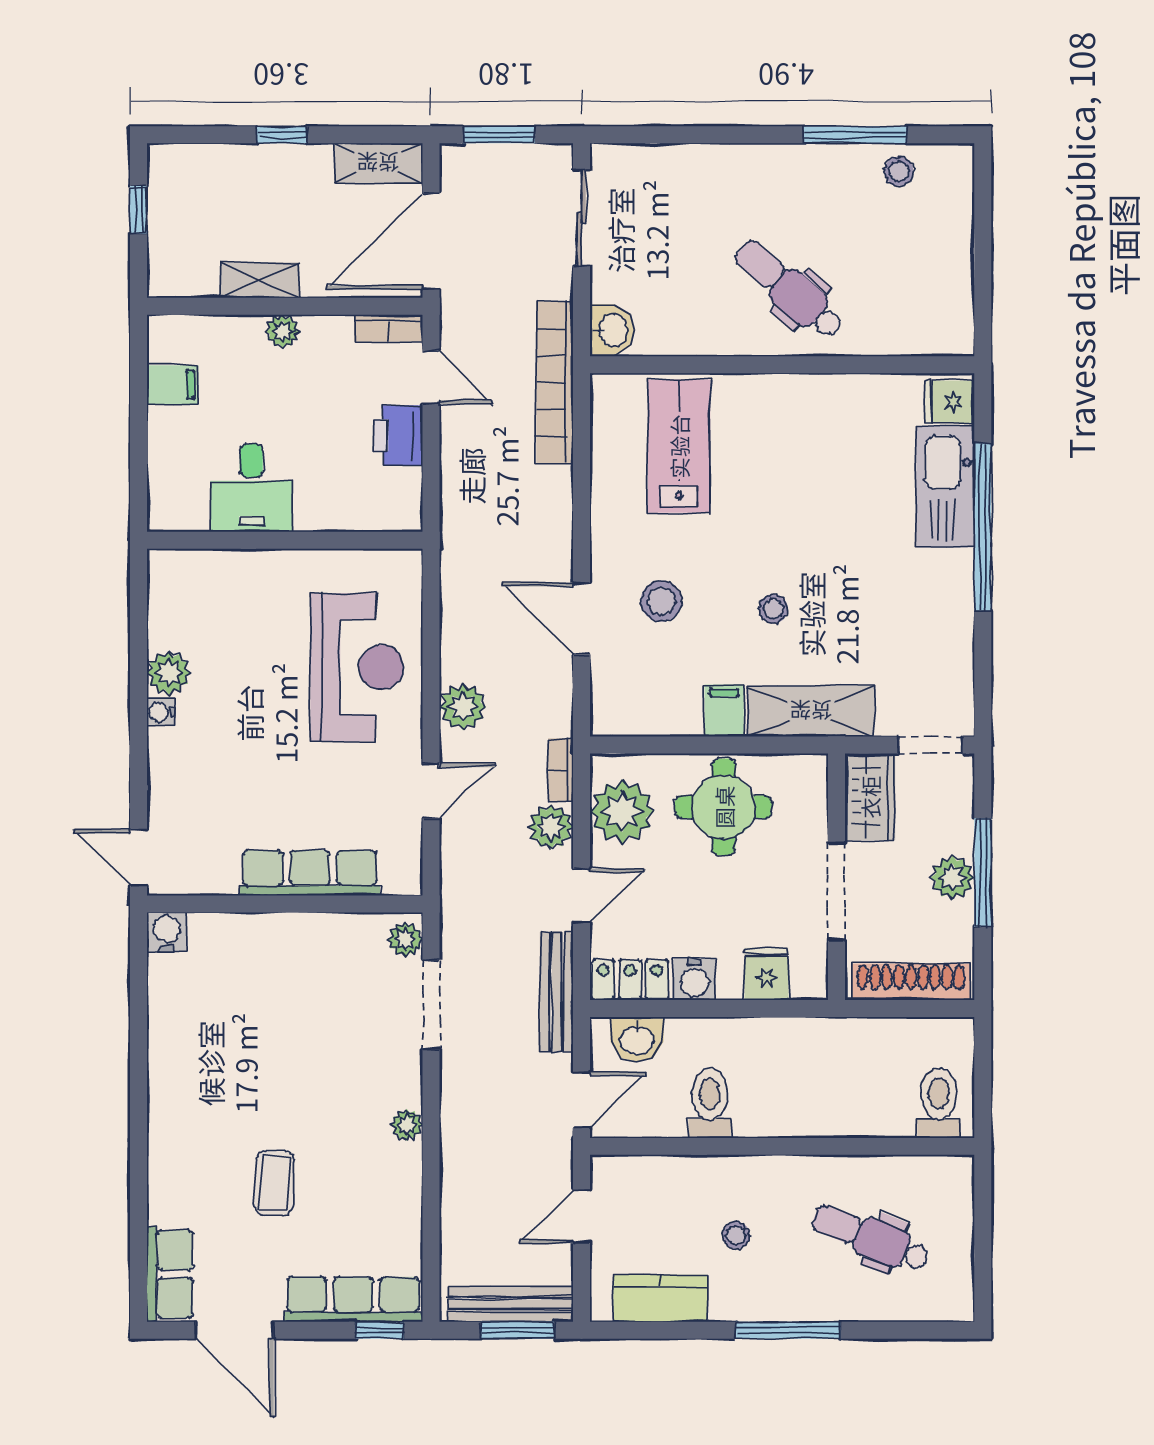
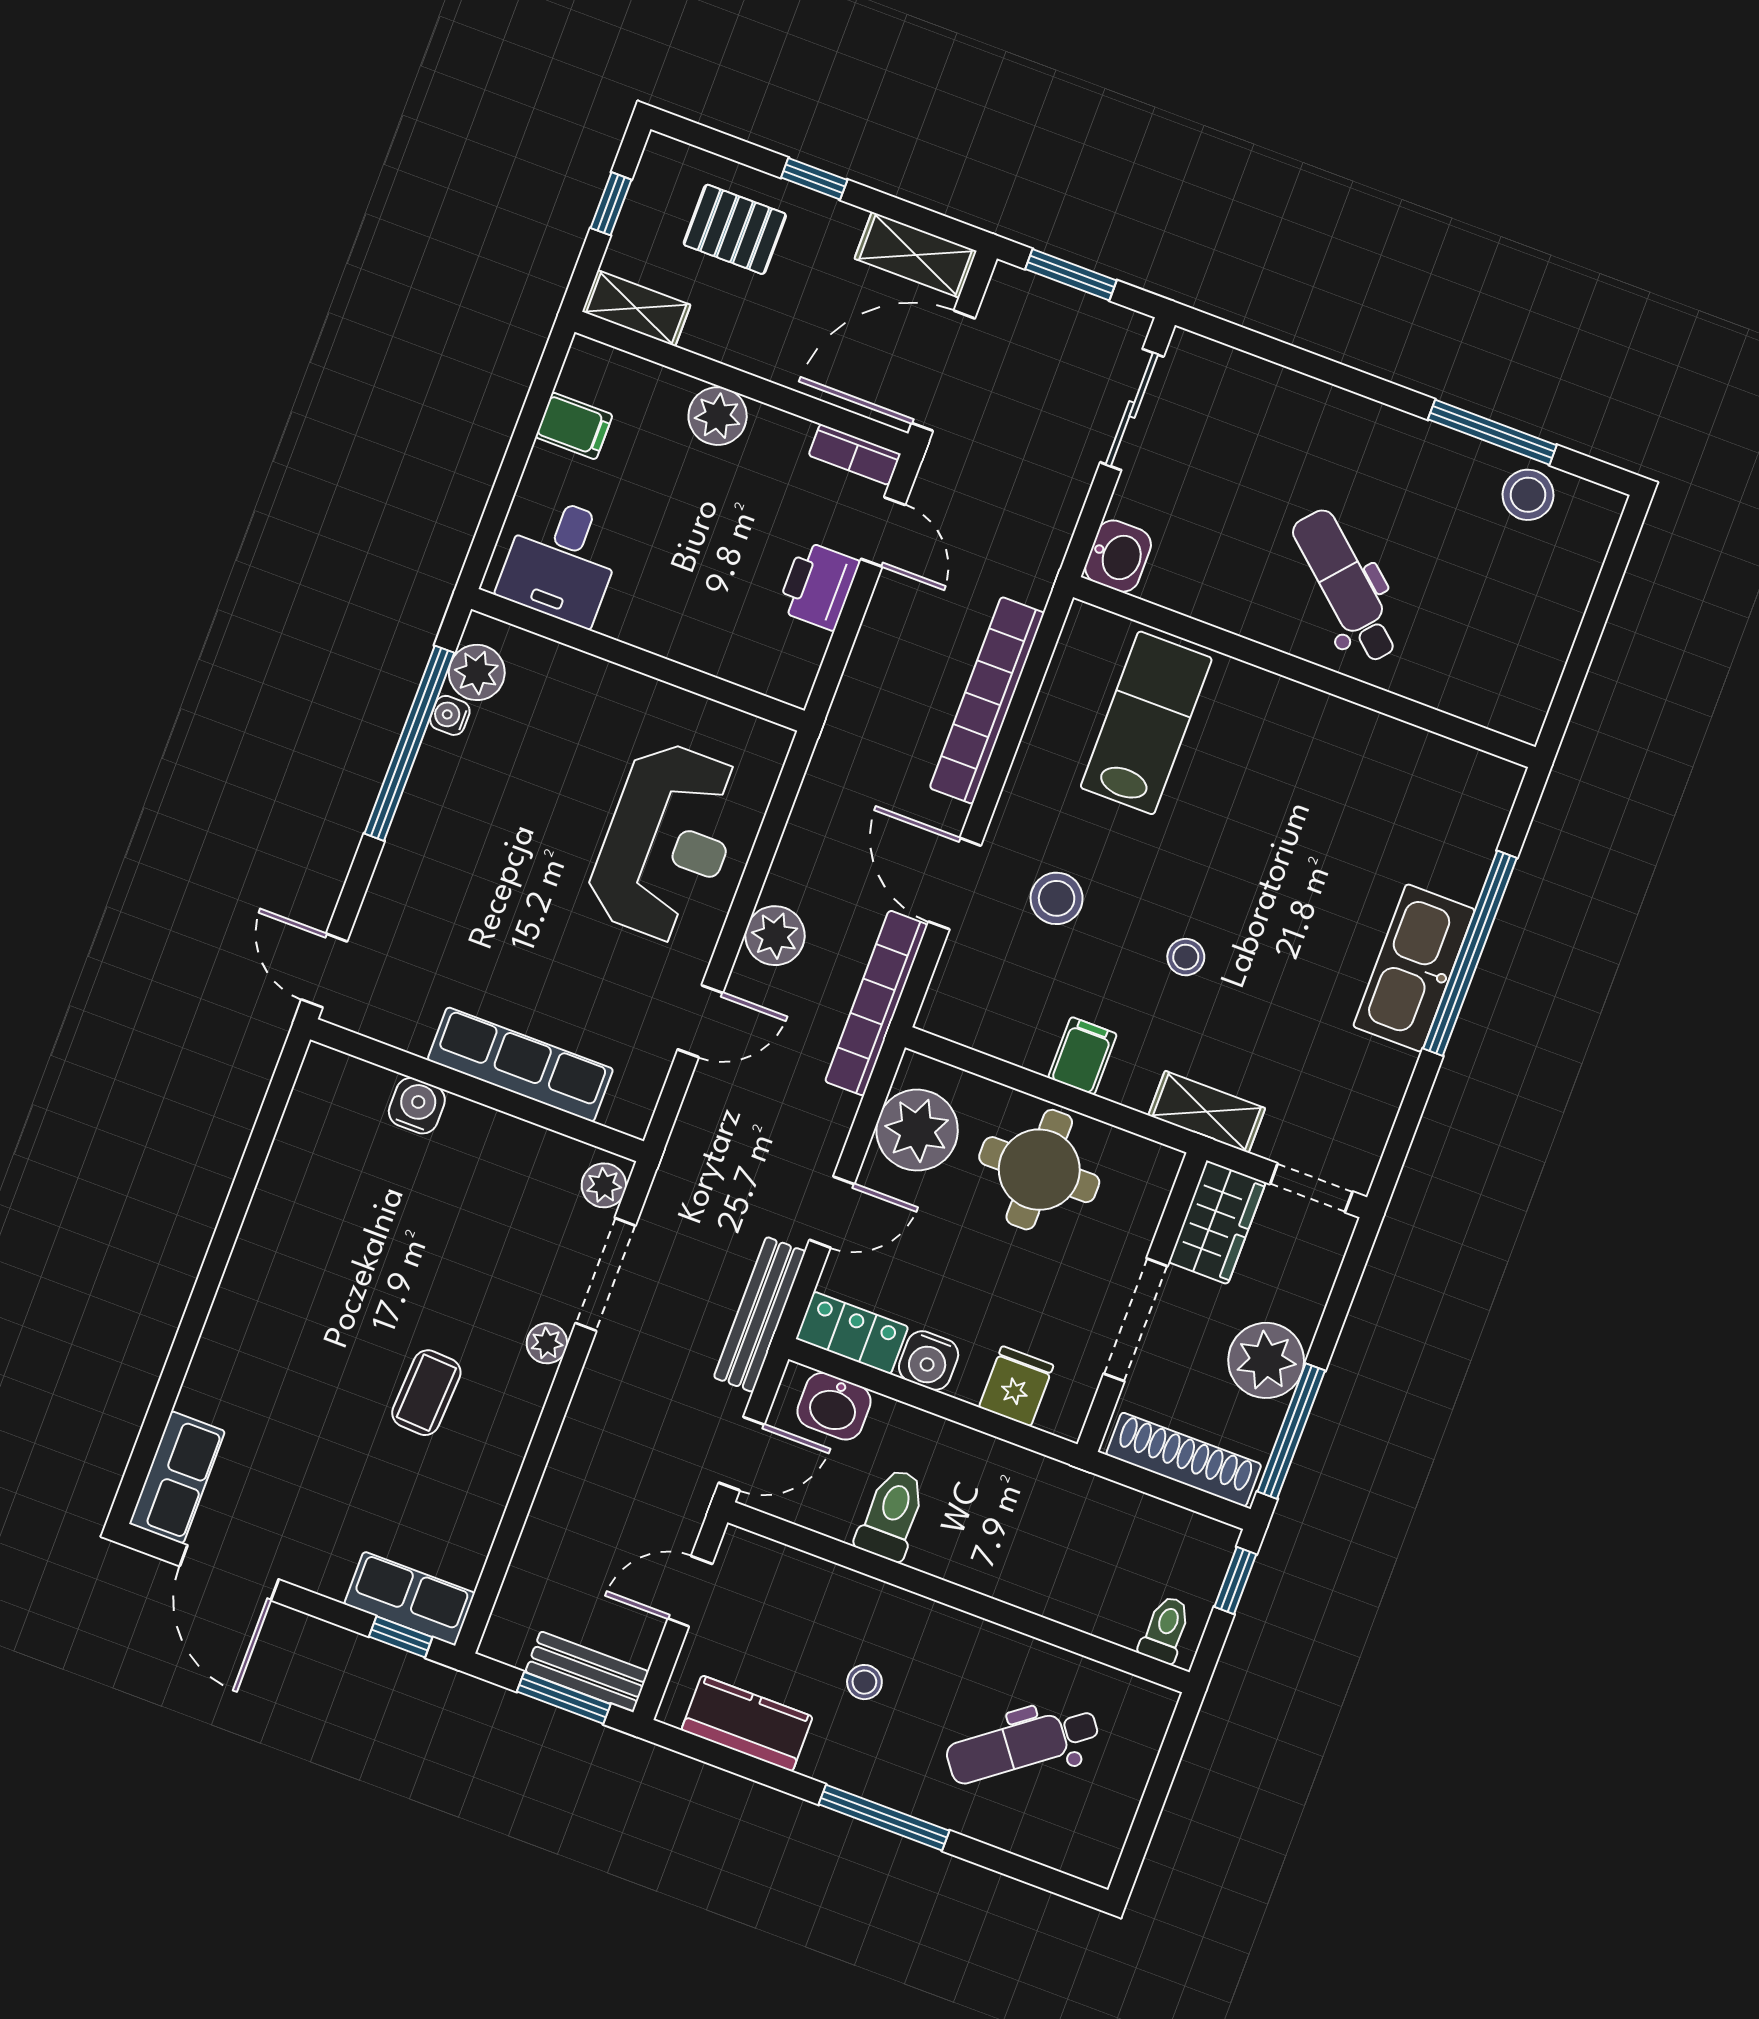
stool: (899, 171) -> (1528, 495), width x1.37, depth x1.37
pallet: (237, 194) -> (735, 229), added
shelving: (260, 280) -> (636, 308), moved
plant: (283, 331) -> (718, 416), width x1.38, depth x1.38
bookcase: (555, 382) -> (987, 700), moved
fridge: (949, 402) -> (1486, 790), removed
kitchen sink: (945, 487) -> (1414, 968), moved
desk: (251, 488) -> (561, 561), moved
window: (138, 665) -> (409, 743), added
plant: (169, 673) -> (477, 672), moved
shelving: (811, 711) -> (1207, 1112), width x0.67, depth x0.75
water cooler: (161, 712) -> (450, 715), moved
bookcase: (561, 770) -> (876, 1003), width x2.31, depth x1.31
plant: (551, 827) -> (826, 1117), removed
window: (983, 873) -> (1291, 1431), moved
plant: (953, 878) -> (1266, 1360), width x1.36, depth x1.36
water cooler: (167, 932) -> (417, 1106), moved
window: (983, 1057) -> (1235, 1581), added
toilet: (939, 1103) -> (1165, 1629), width x0.73, depth x0.72
plant: (407, 1125) -> (547, 1343), moved
coffee table: (274, 1183) -> (426, 1393), moved
dental chair: (871, 1238) -> (1023, 1745), turned -59
row of seats: (353, 1299) -> (410, 1599), width x0.68
bench: (511, 1304) -> (587, 1672), width x0.73

